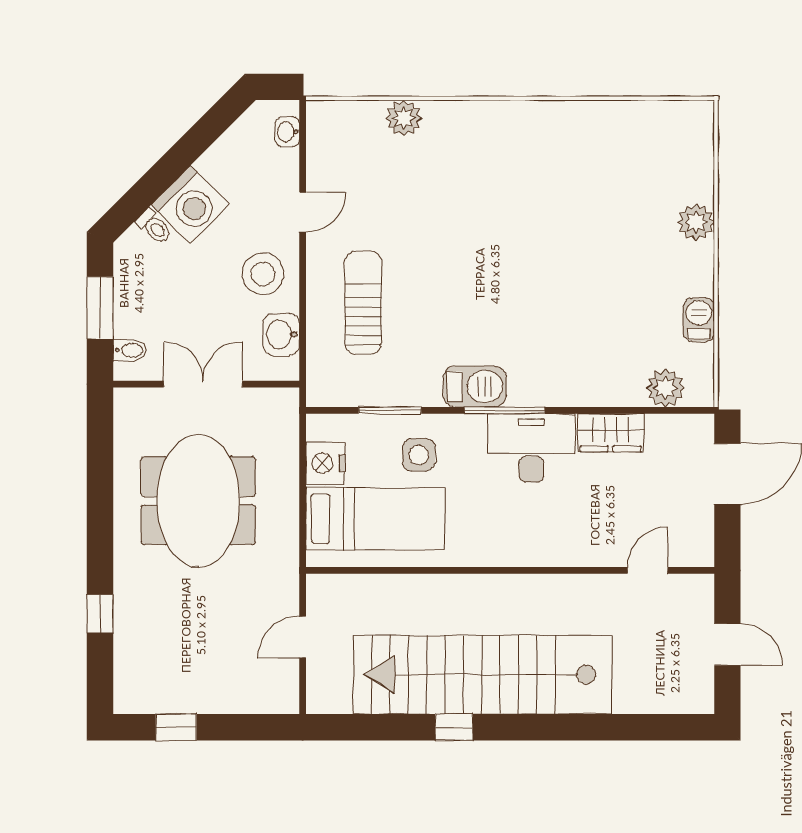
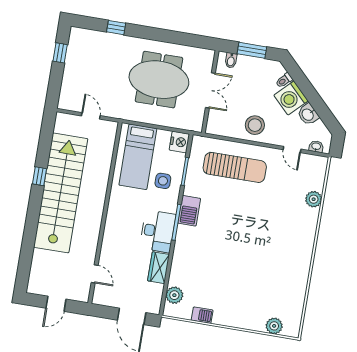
door: (303, 212) -> (292, 149), moved
plant: (696, 222) -> (274, 326), moved
sun lounger: (363, 302) -> (235, 167), width x1.36, depth x1.34
washbasin: (281, 334) -> (308, 114), moved, turned -135
nightstand: (325, 463) -> (179, 142), moved, turned 90

